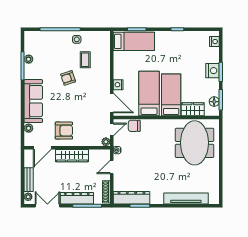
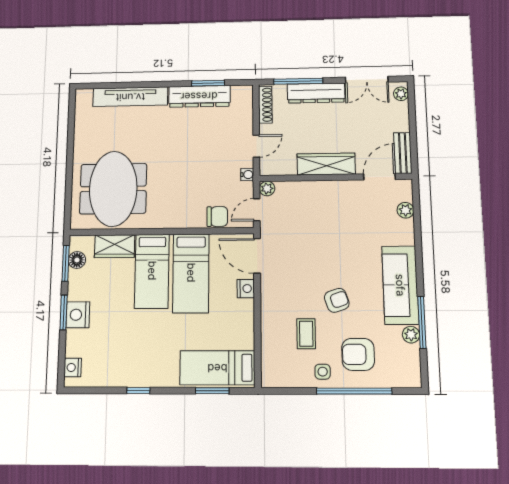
sofa: (33, 101) -> (400, 285), moved
armchair: (64, 131) -> (358, 354), moved
bench: (29, 180) -> (403, 153), moved
dresser: (131, 198) -> (199, 96), moved

